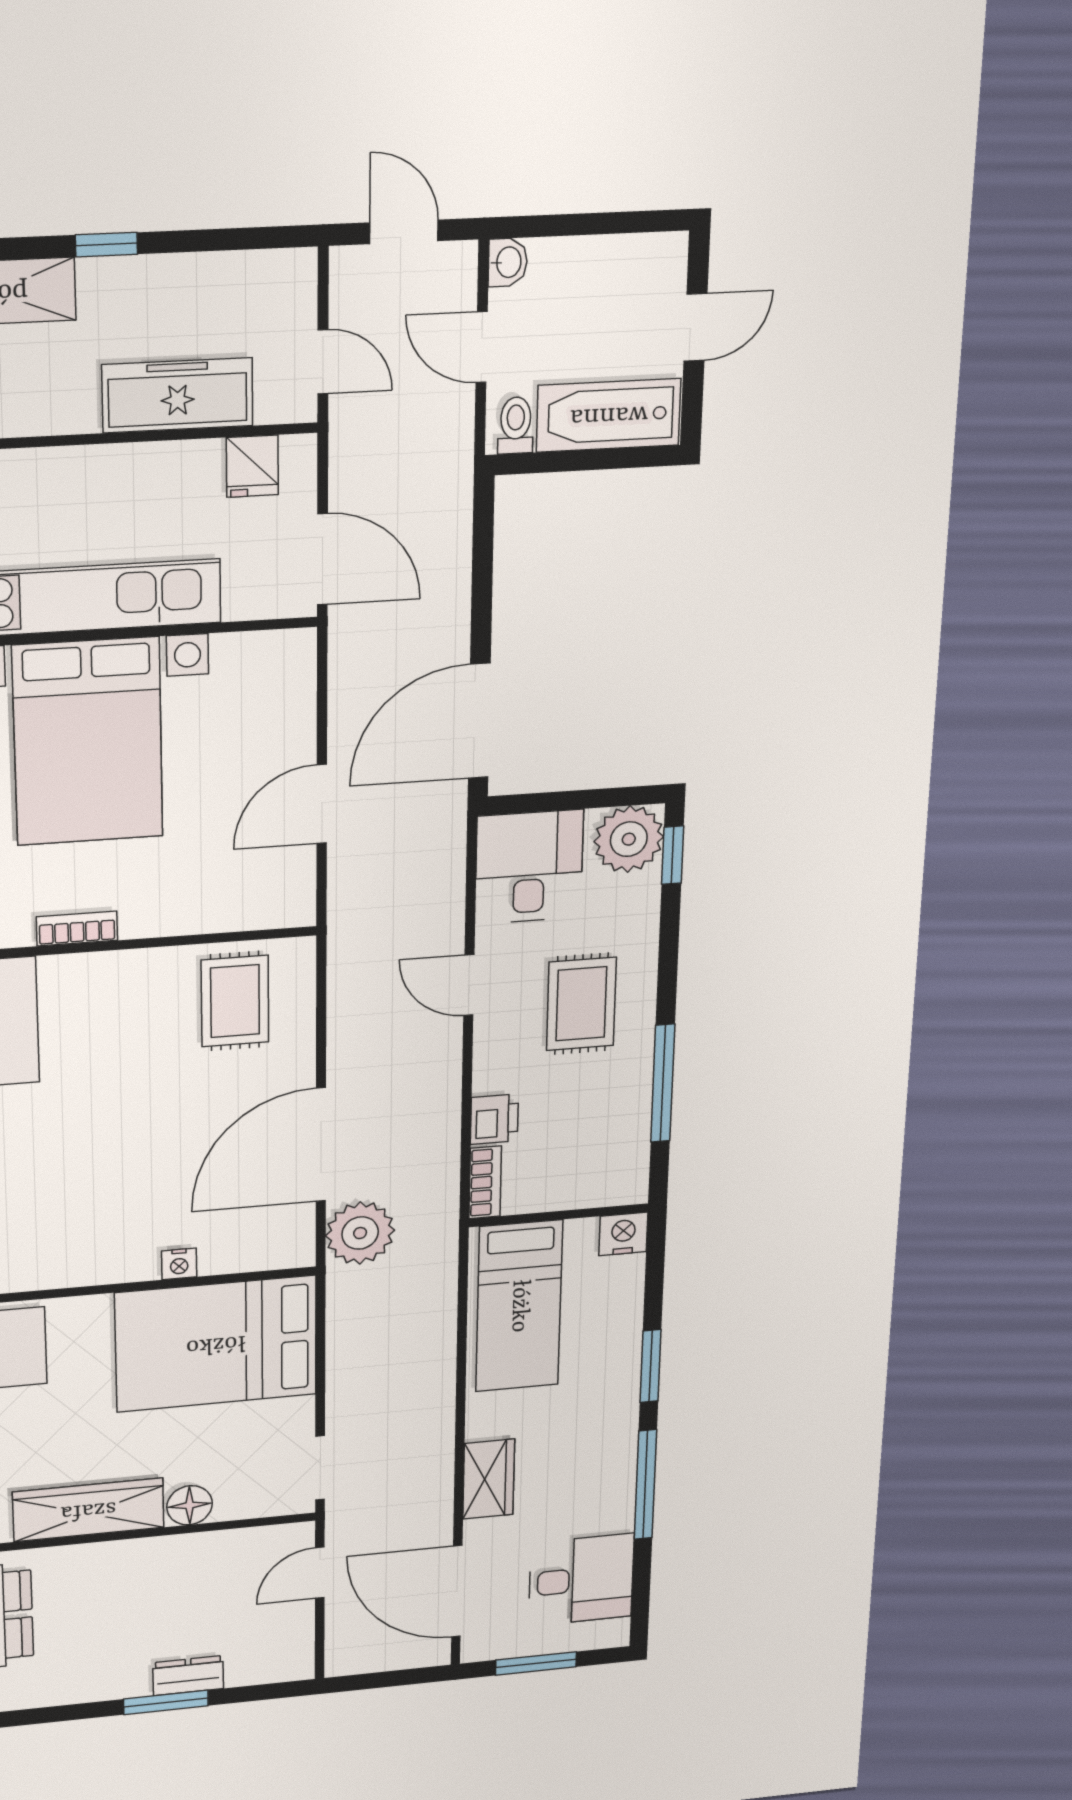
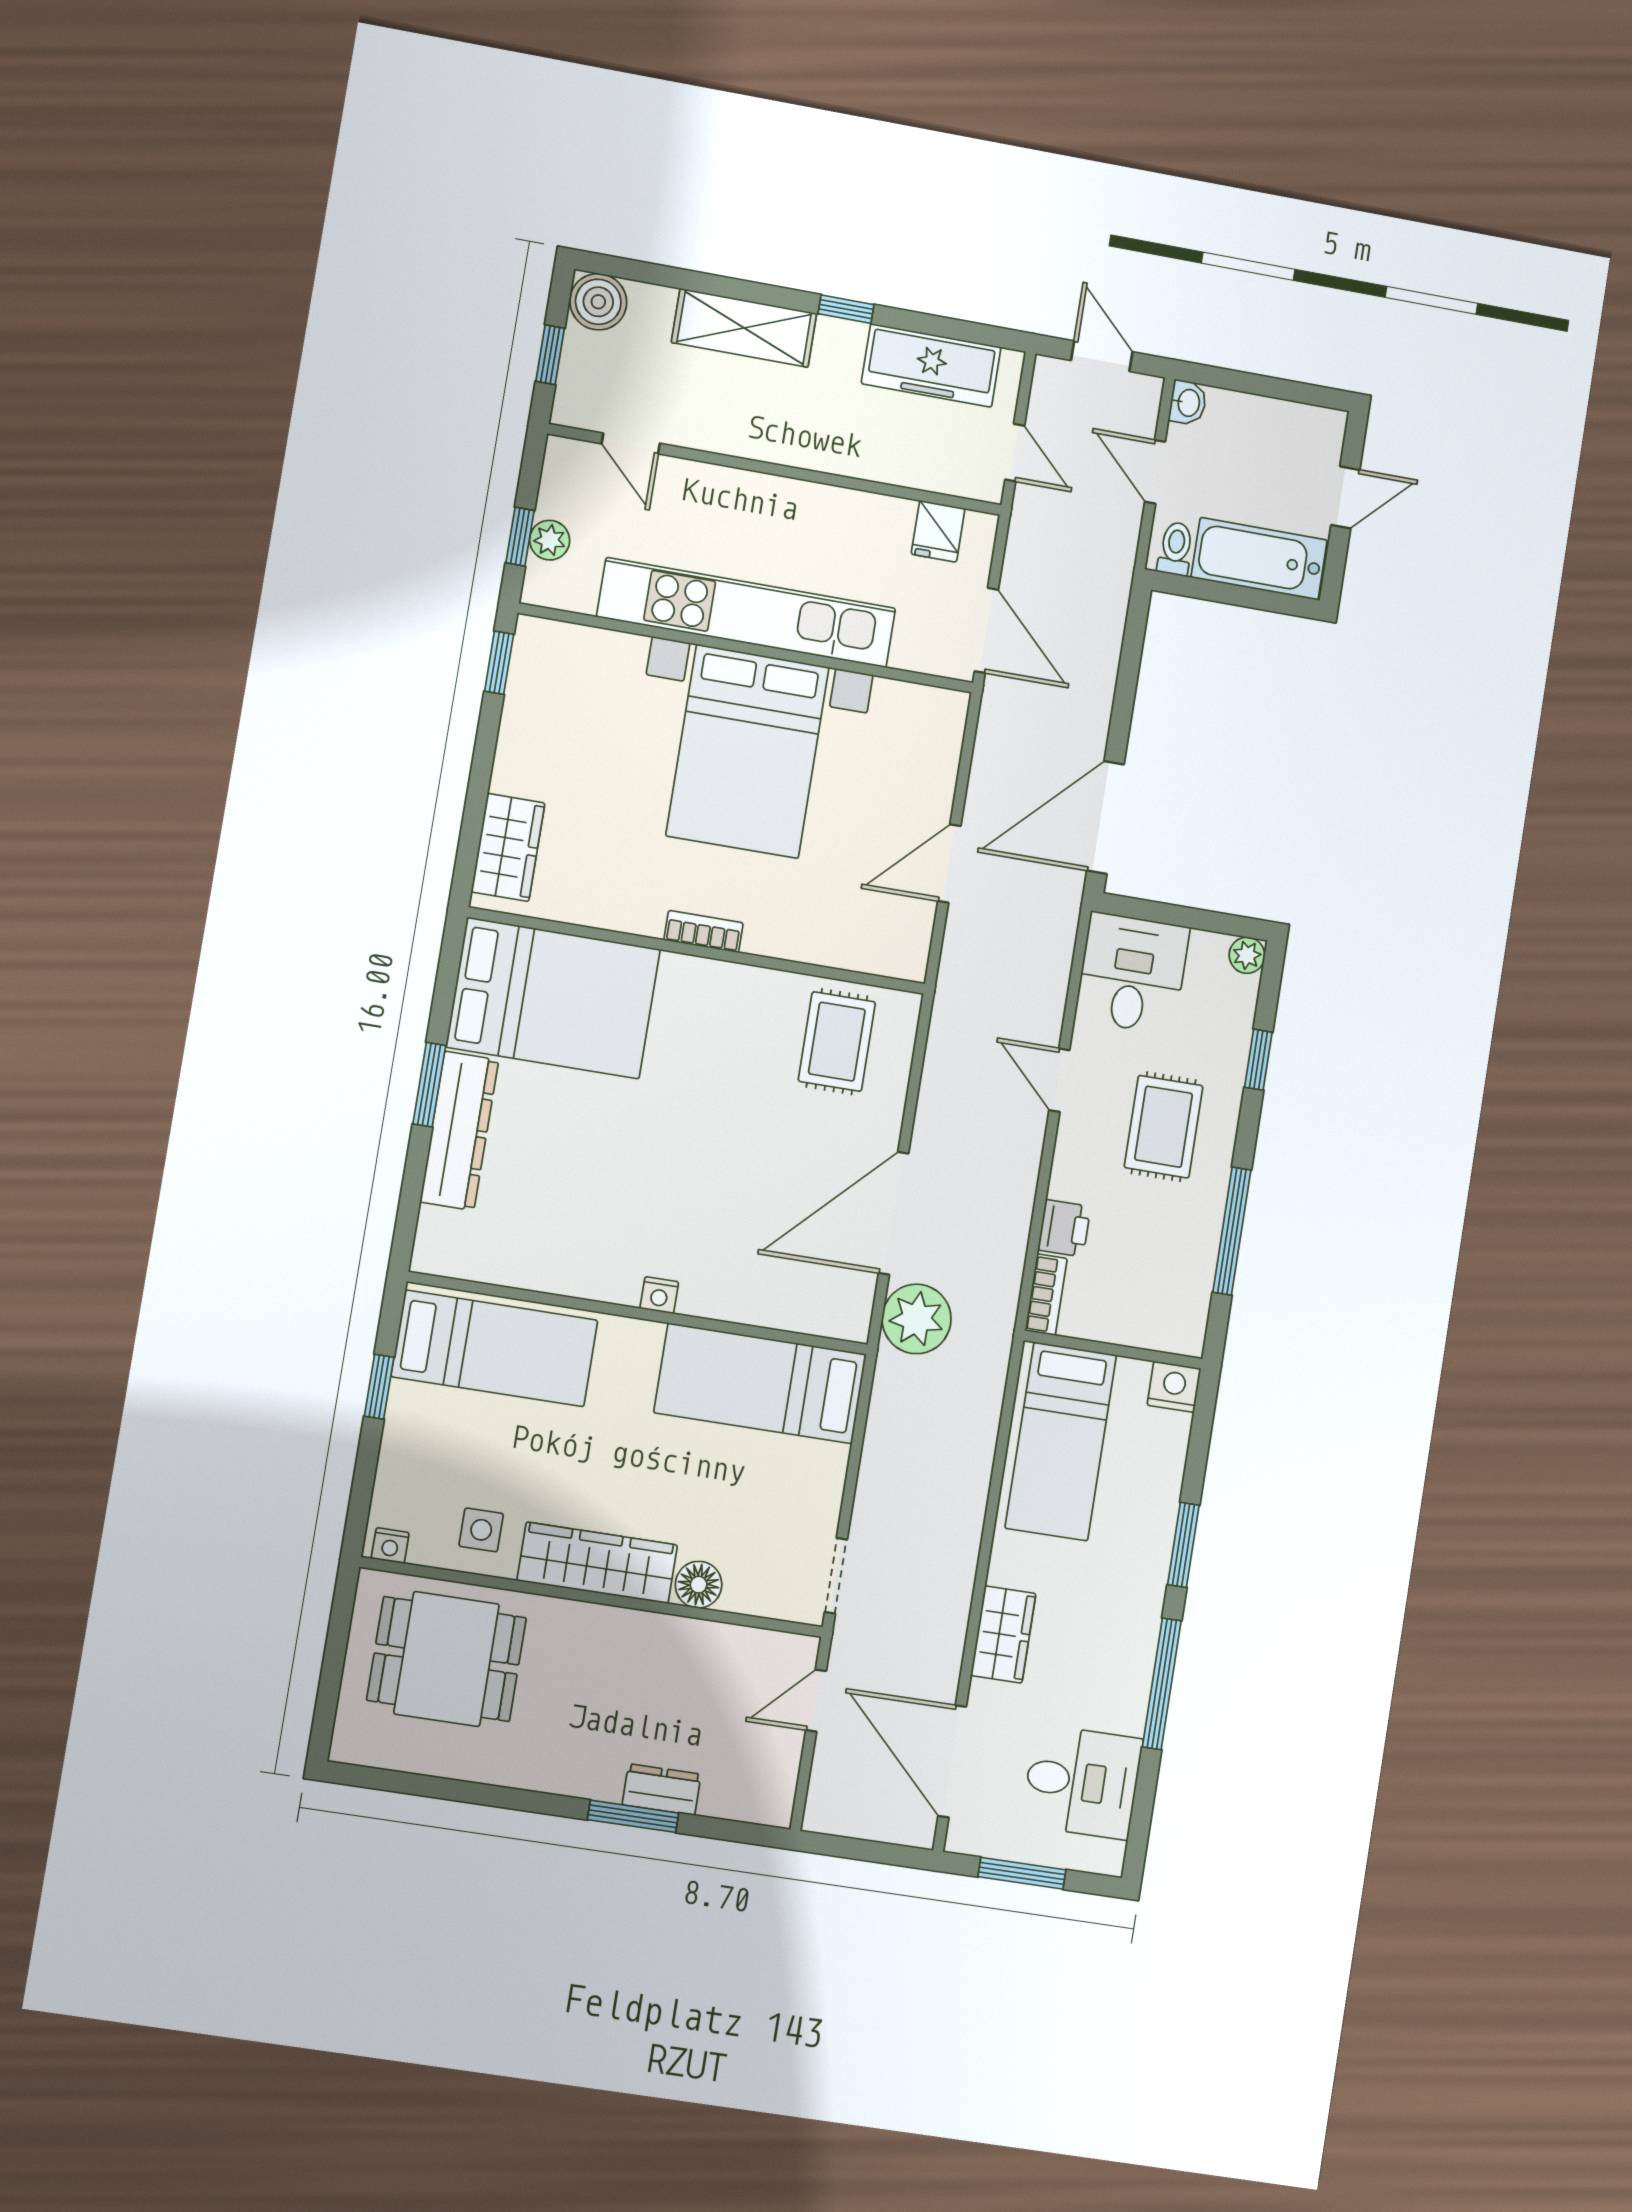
freezer: (178, 395) -> (931, 365), moved, turned 180
plant: (629, 839) -> (1247, 955), width x0.53, depth x0.53
window: (673, 855) -> (1258, 1060), moved
nightstand: (179, 1264) -> (659, 1295), moved
bed: (216, 1344) -> (760, 1383), width x0.67

